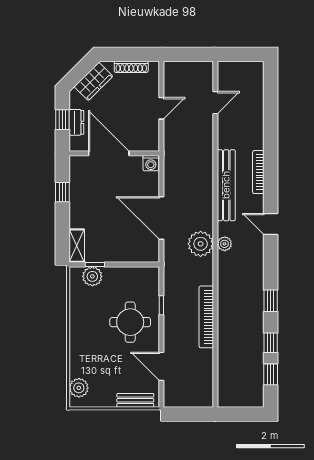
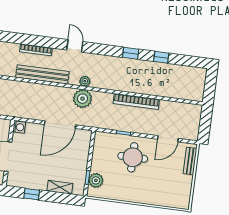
door: (271, 224) -> (75, 46), swing flipped
shelving: (77, 246) -> (60, 187), moved
window: (271, 374) -> (184, 60), removed
plant: (79, 388) -> (176, 201), removed

